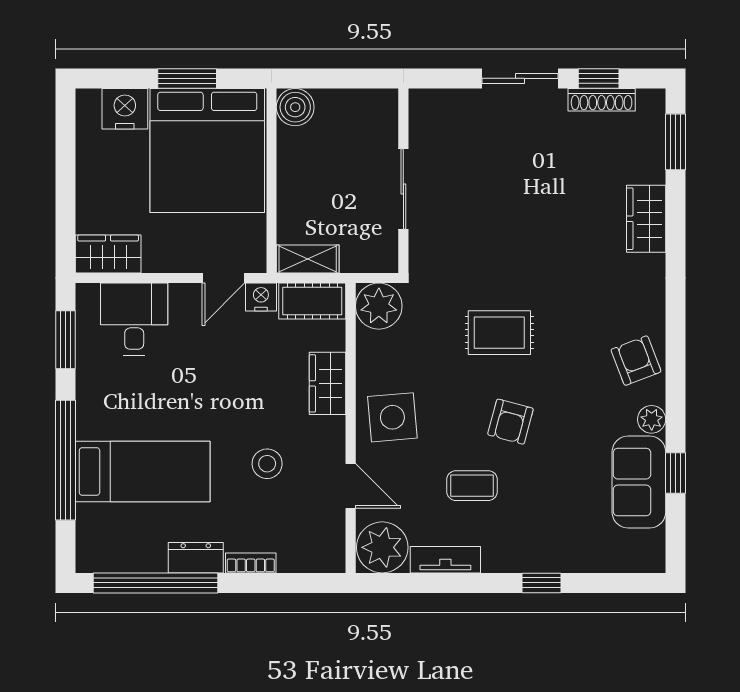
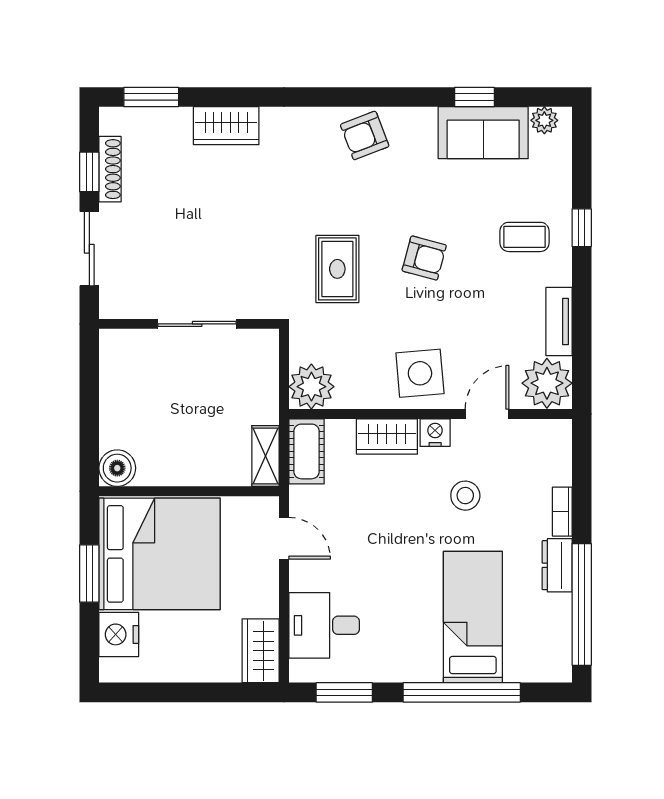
wall: (403, 181) -> (189, 324), moved
sliding door: (403, 189) -> (197, 324), moved
nightstand: (261, 297) -> (435, 433), moved, turned 90
plant: (652, 419) -> (544, 120), moved
coffee table: (472, 486) -> (525, 237), moved, turned 90

